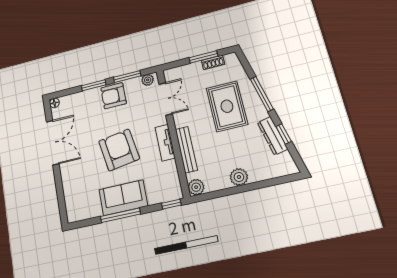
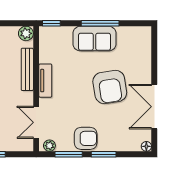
armchair: (119, 150) -> (110, 87), moved

